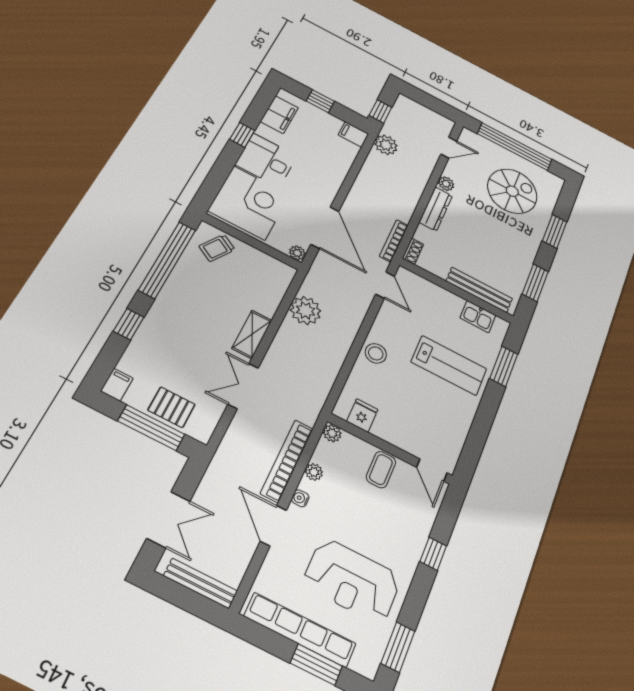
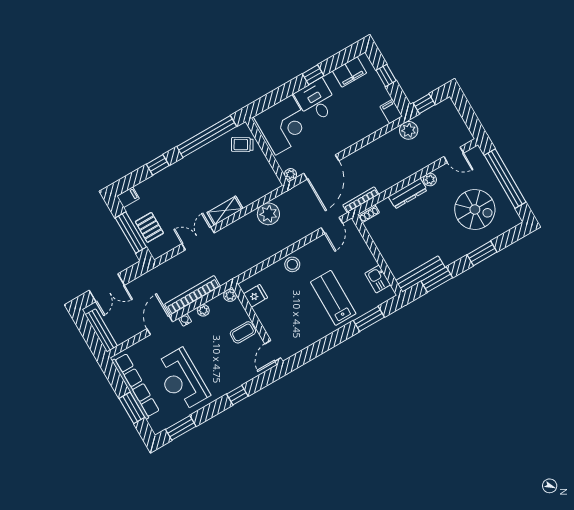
bench: (479, 290) -> (420, 274), moved, turned 90
lab bench: (449, 365) -> (333, 298), turned 180

